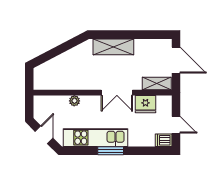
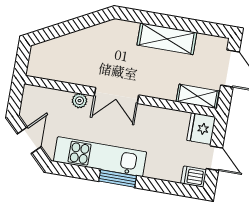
shelving: (113, 47) -> (167, 39), moved
double door: (117, 93) -> (116, 95), moved
fridge: (145, 104) -> (201, 129), moved, turned 90

